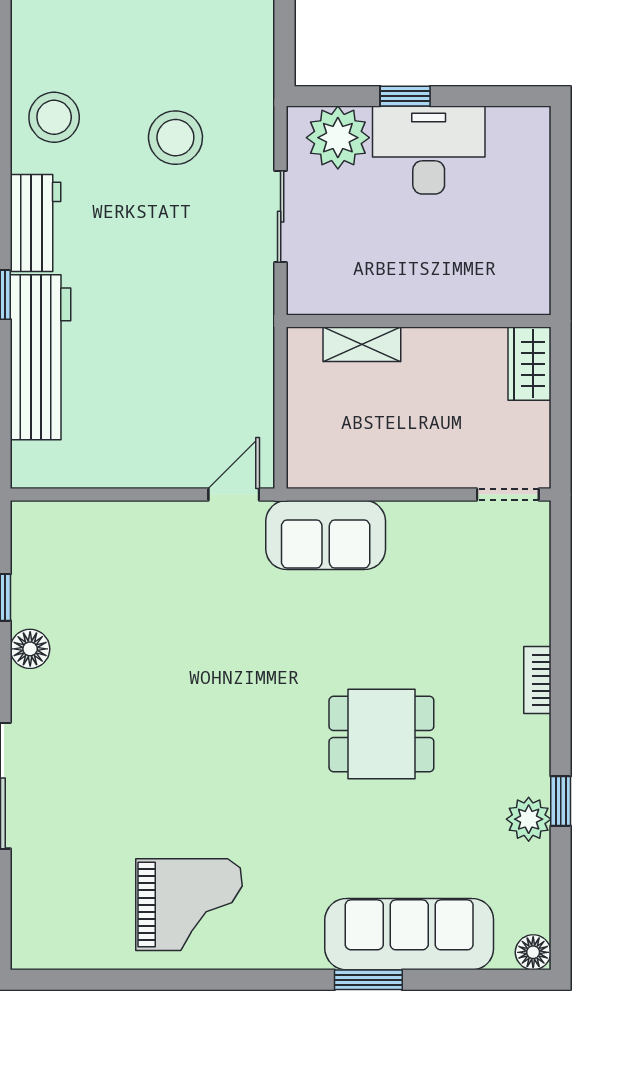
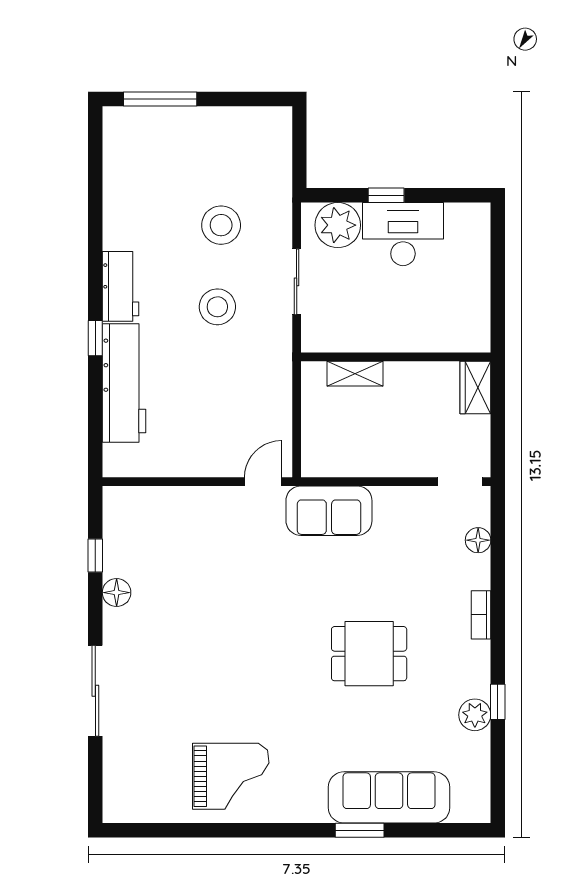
stool: (54, 117) -> (217, 307), moved
floor lamp: (533, 952) -> (478, 540), moved

